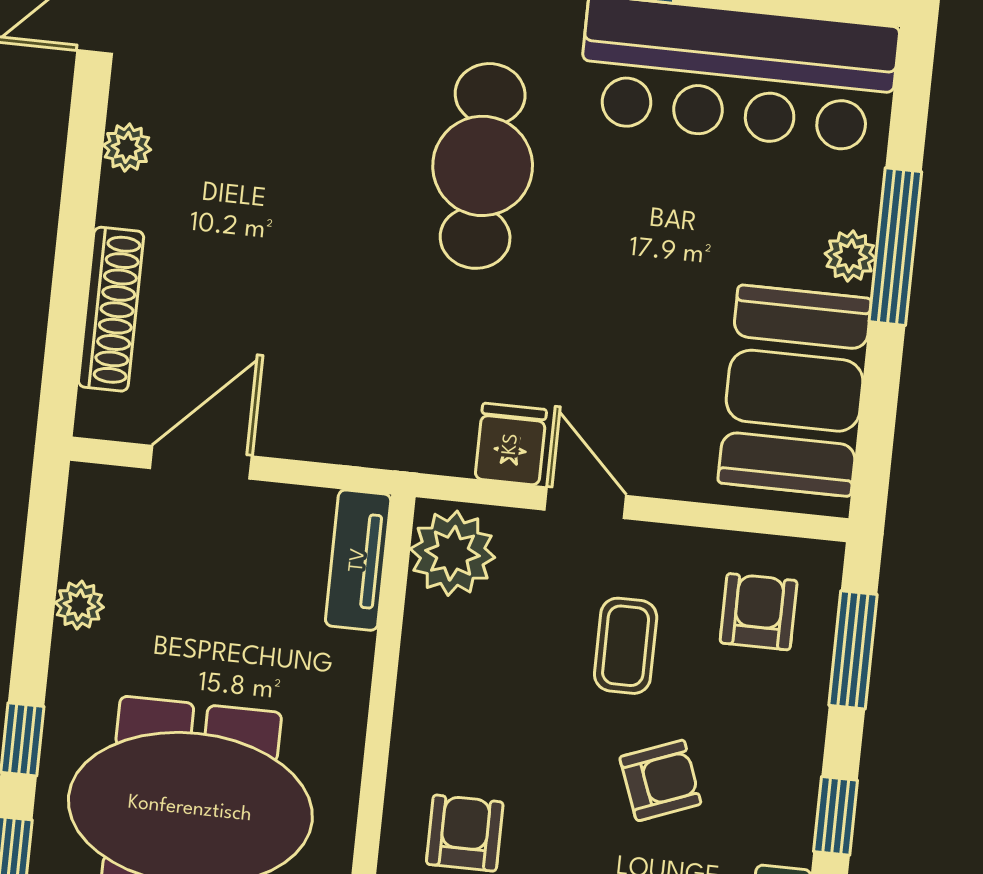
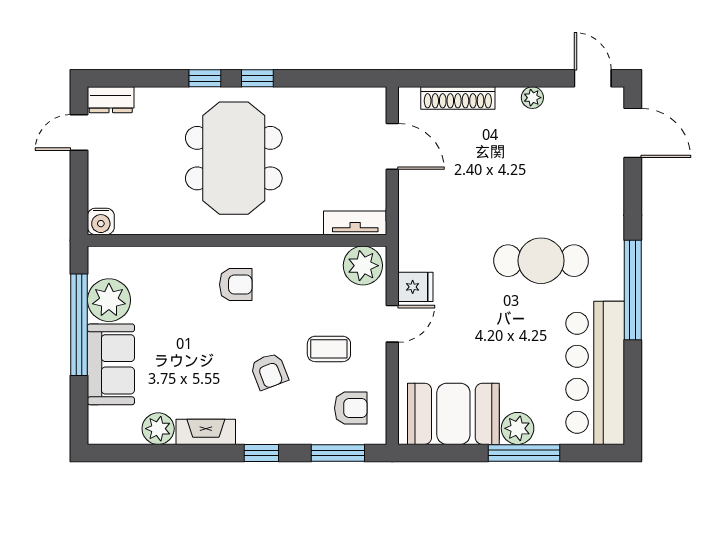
plant: (850, 256) -> (518, 428), width x1.38, depth x1.38
plant: (79, 605) -> (321, 98), removed

